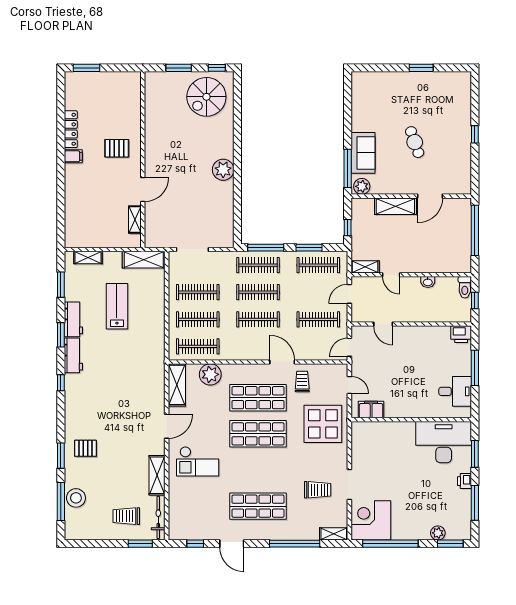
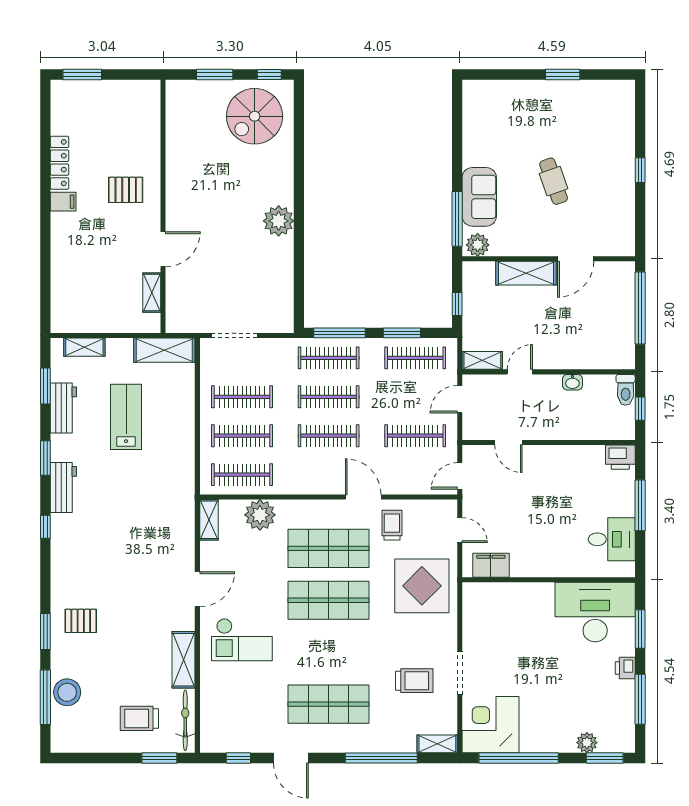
door: (391, 275) -> (520, 372), swing flipped
workbench: (73, 319) -> (63, 408), moved
shelving: (177, 385) -> (209, 520), width x0.67, depth x0.75

